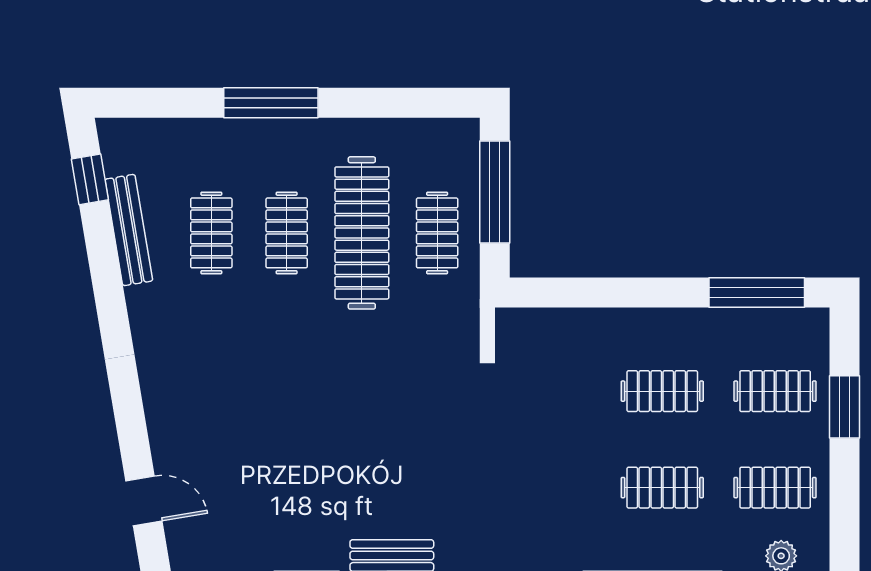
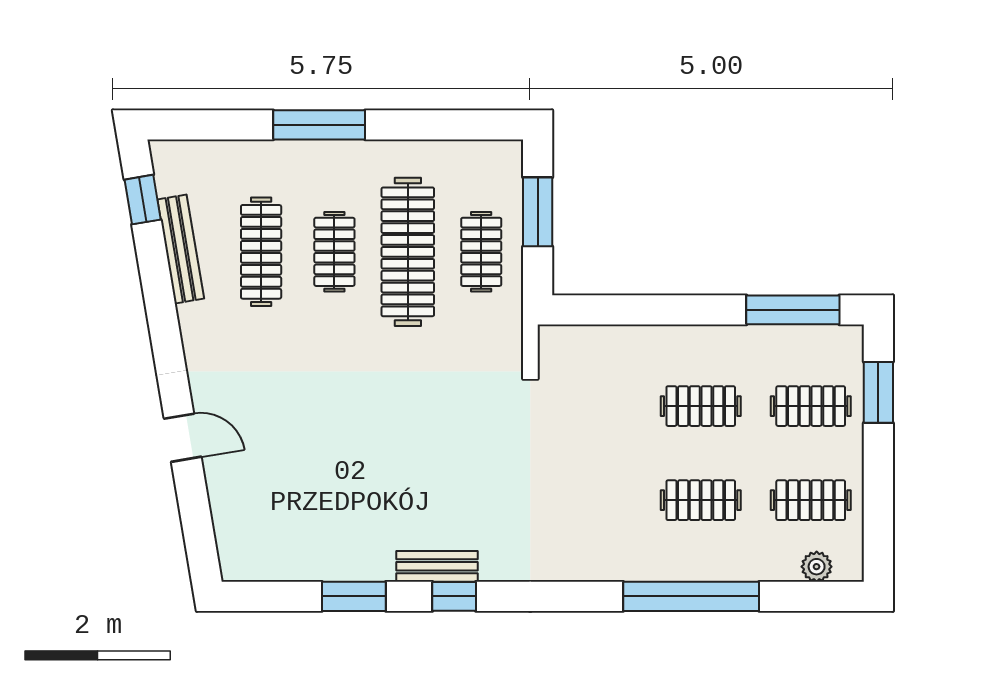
window: (495, 192) -> (538, 212), width x0.69
clothes rail: (211, 233) -> (261, 252), width x1.36
window: (844, 407) -> (878, 392), moved
door: (144, 501) -> (183, 438), moved

